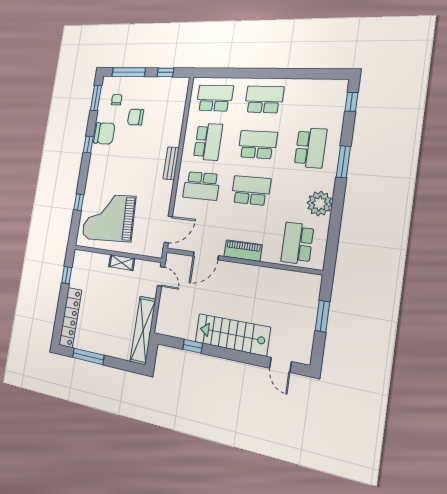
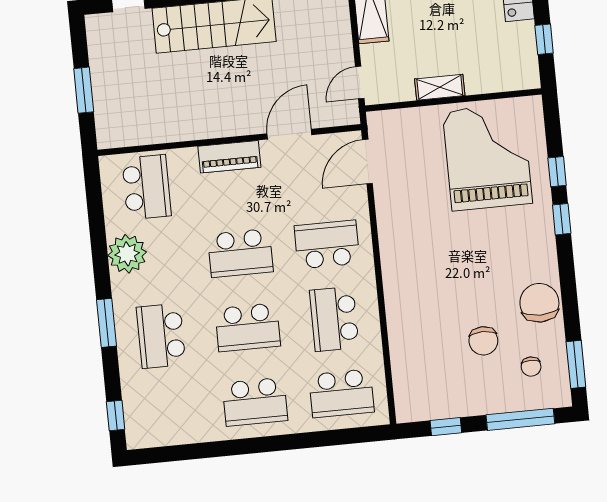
chair: (136, 117) -> (483, 341), turned 90
chair: (104, 133) -> (539, 303), turned 90
window: (88, 145) -> (562, 219), moved
bench: (171, 163) -> (392, 272), removed
grand piano: (109, 218) -> (487, 157), turned -87
door: (161, 276) -> (360, 83), hinge flipped

